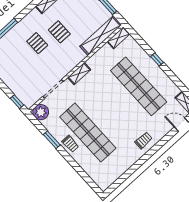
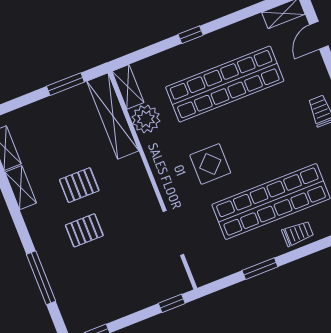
shelving: (79, 74) -> (164, 178), removed
display table: (95, 94) -> (210, 164), added
plant: (41, 112) -> (146, 119), moved
trolley: (70, 144) -> (298, 233), moved

